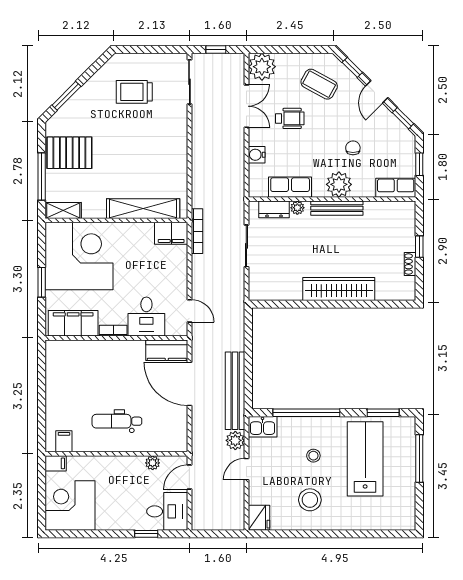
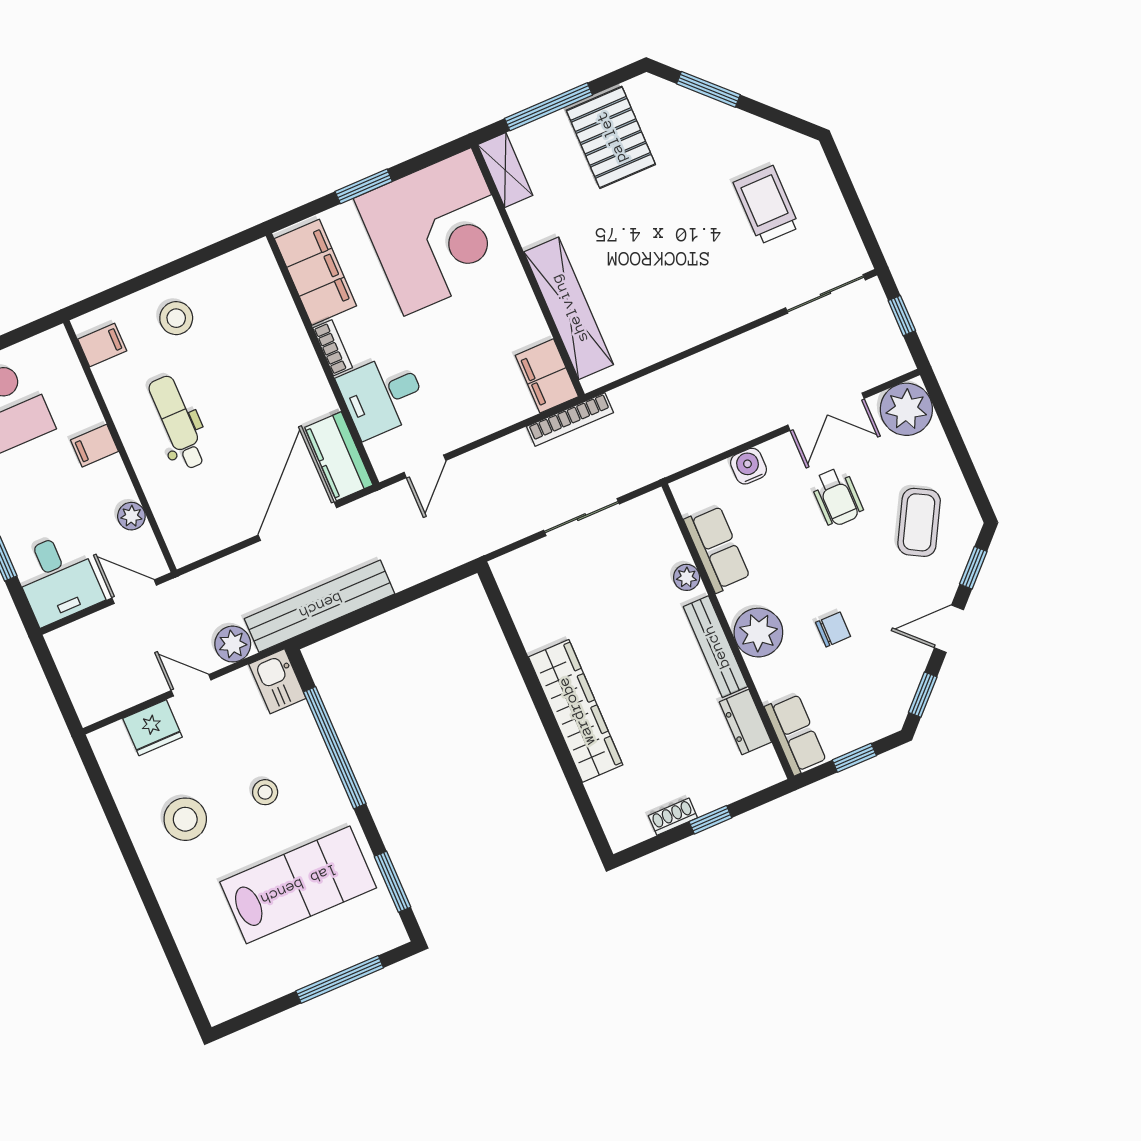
dresser: (274, 209) -> (745, 722), moved
stool: (66, 400) -> (176, 318), added
filing cabinet: (56, 463) -> (95, 446), moved, turned 90
fridge: (259, 518) -> (153, 728), moved

